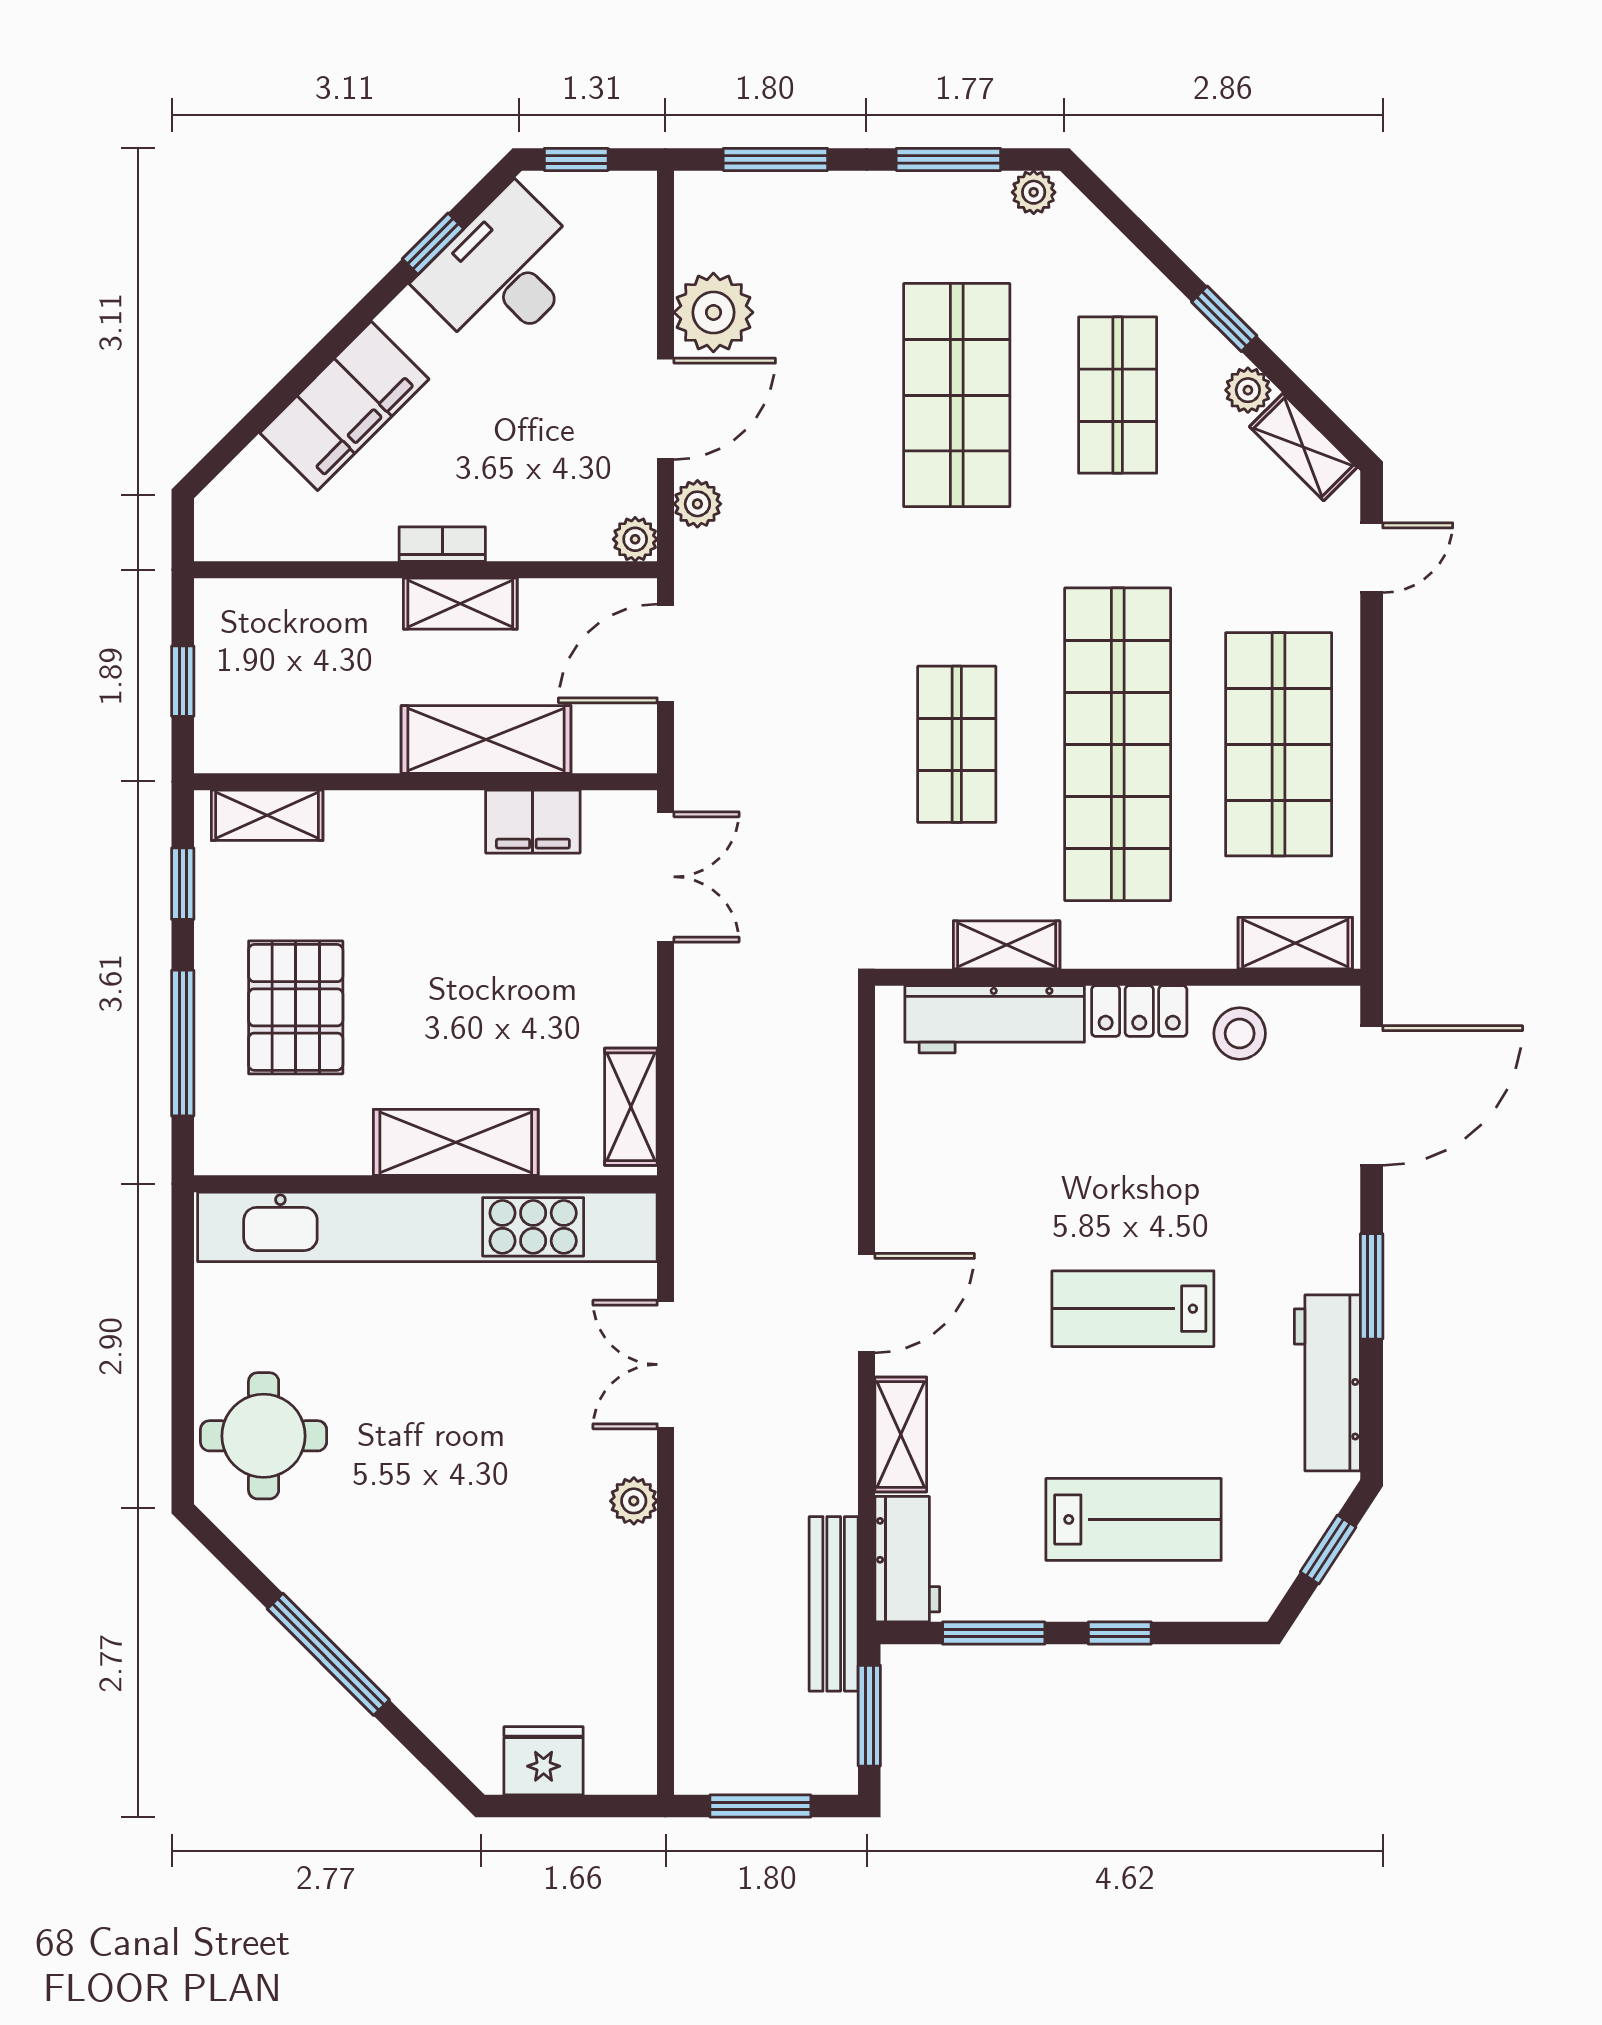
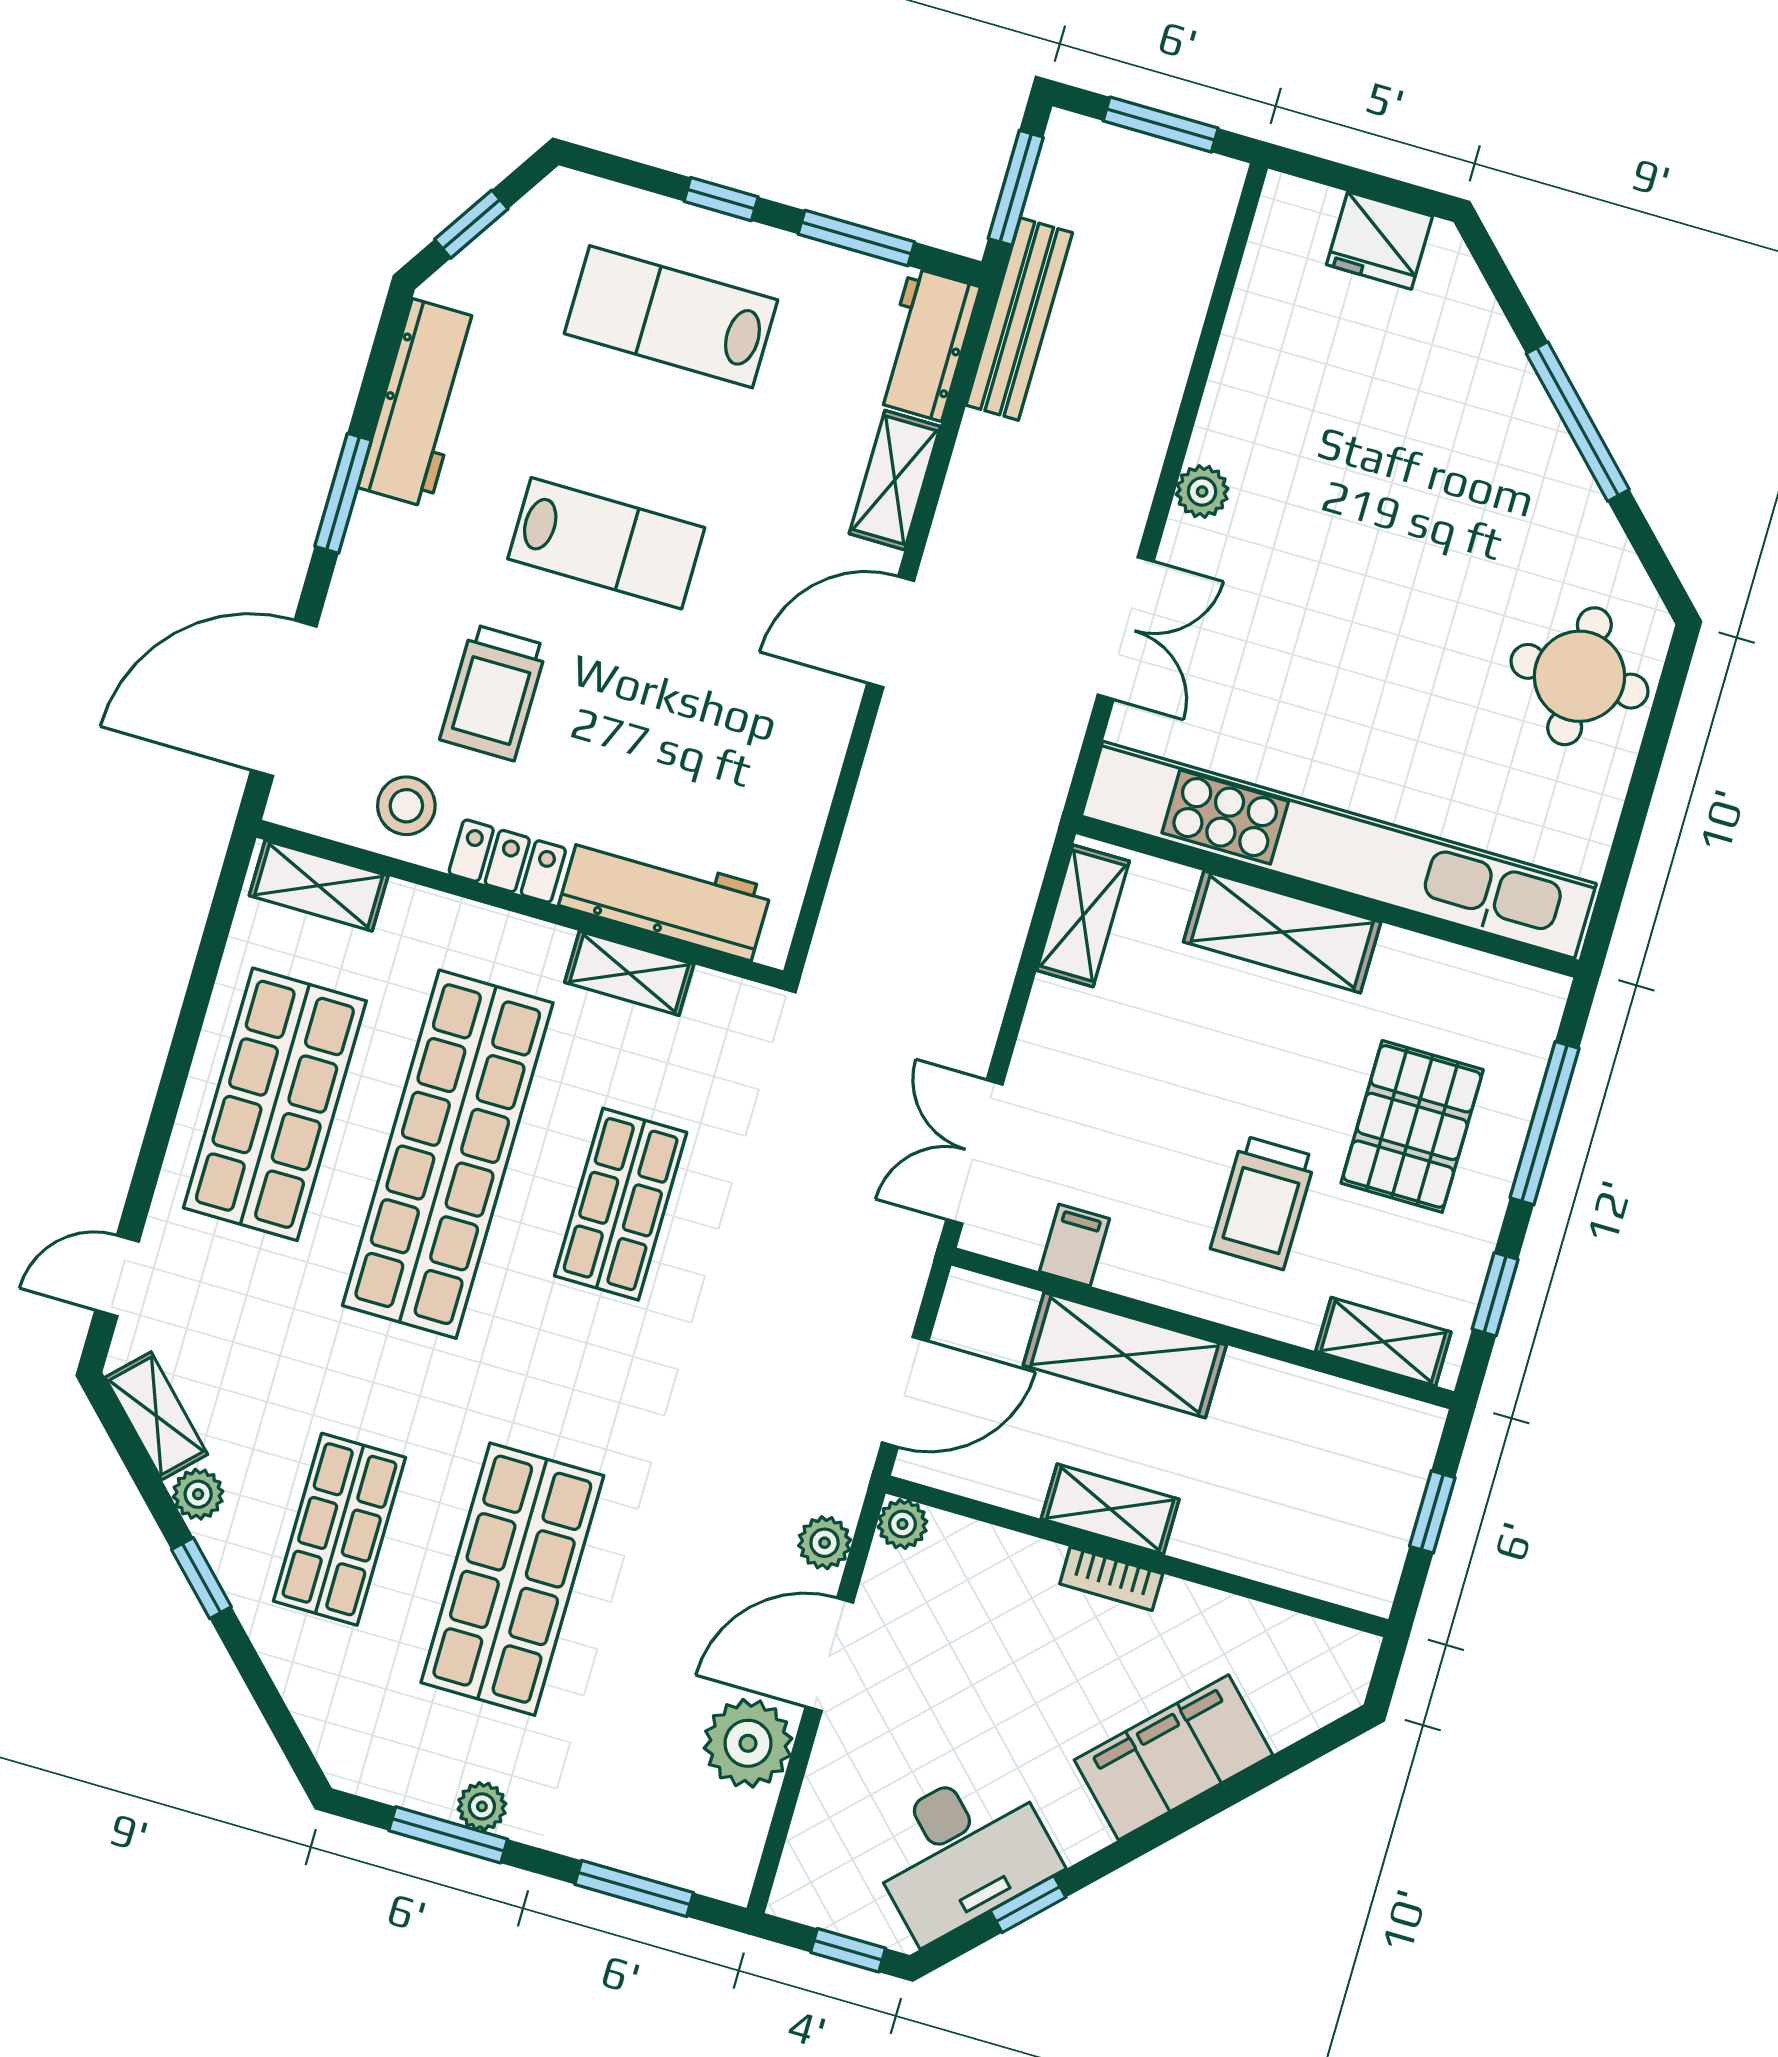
plant: (1034, 192) -> (482, 1806), moved
filing cabinet: (533, 822) -> (1074, 1245), width x0.50
trolley: (405, 905) -> (1263, 1203), added
trolley: (1193, 1152) -> (494, 692), added

